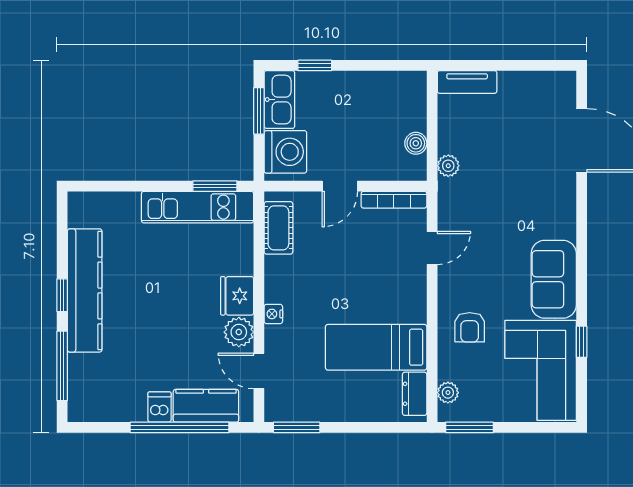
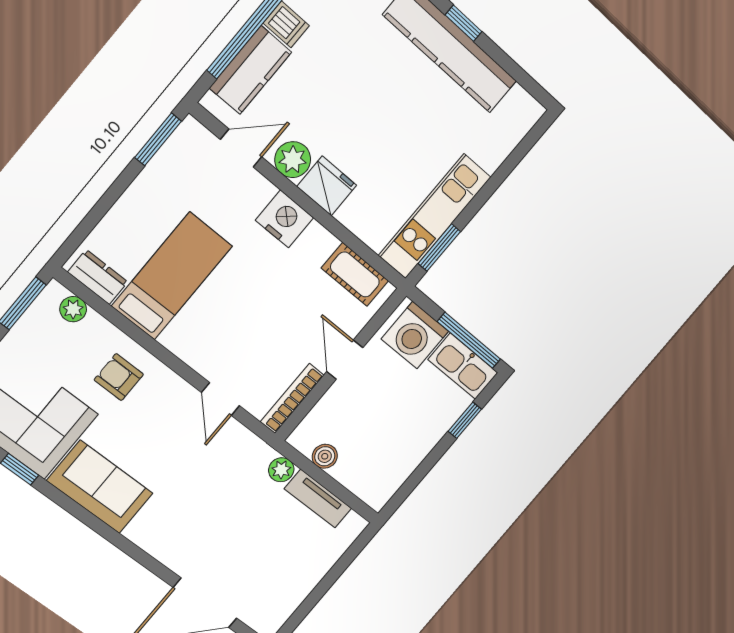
tv unit: (467, 82) -> (318, 499), moved, turned -90
window: (259, 111) -> (469, 340), width x1.44
nightstand: (273, 314) -> (284, 219), width x1.89, depth x1.79

